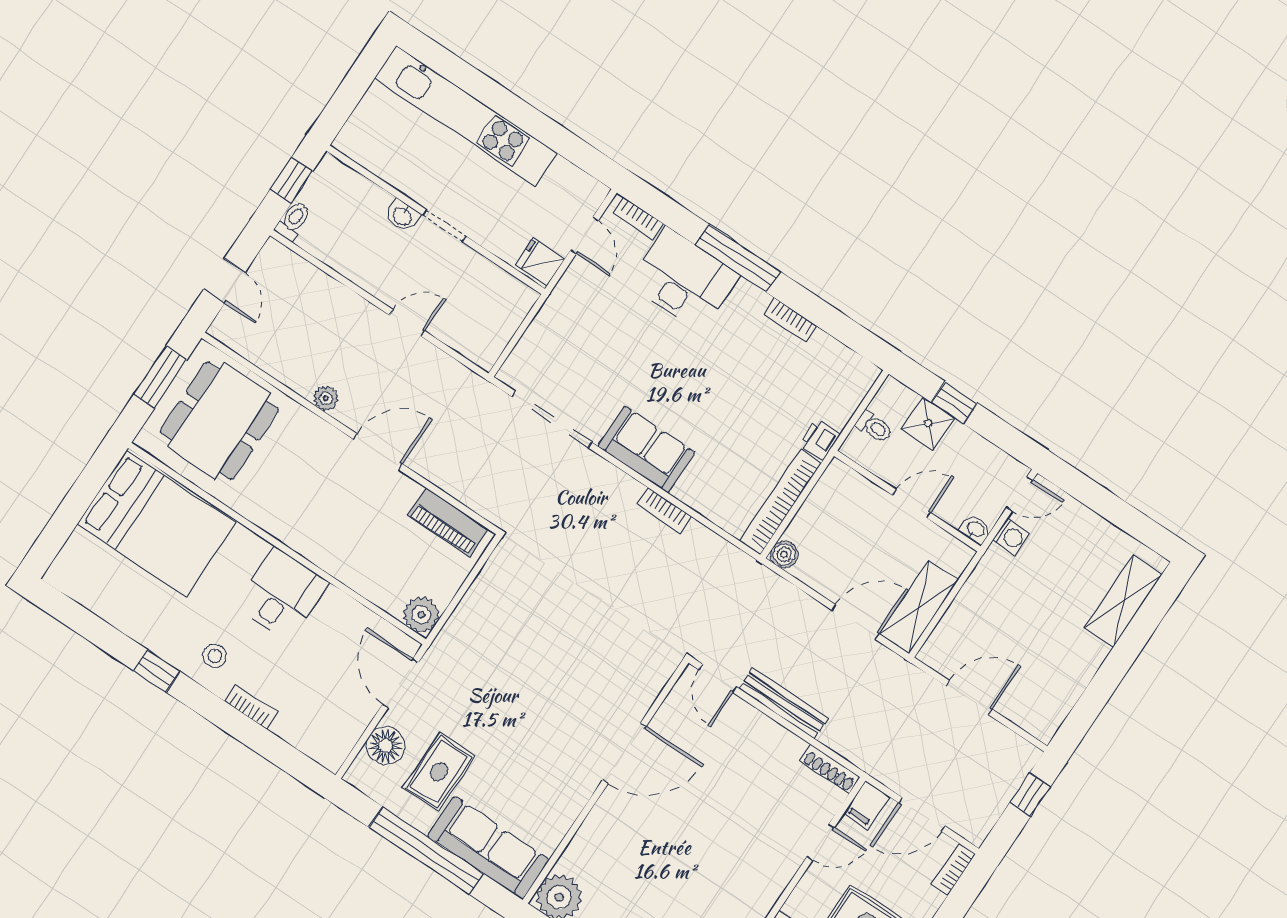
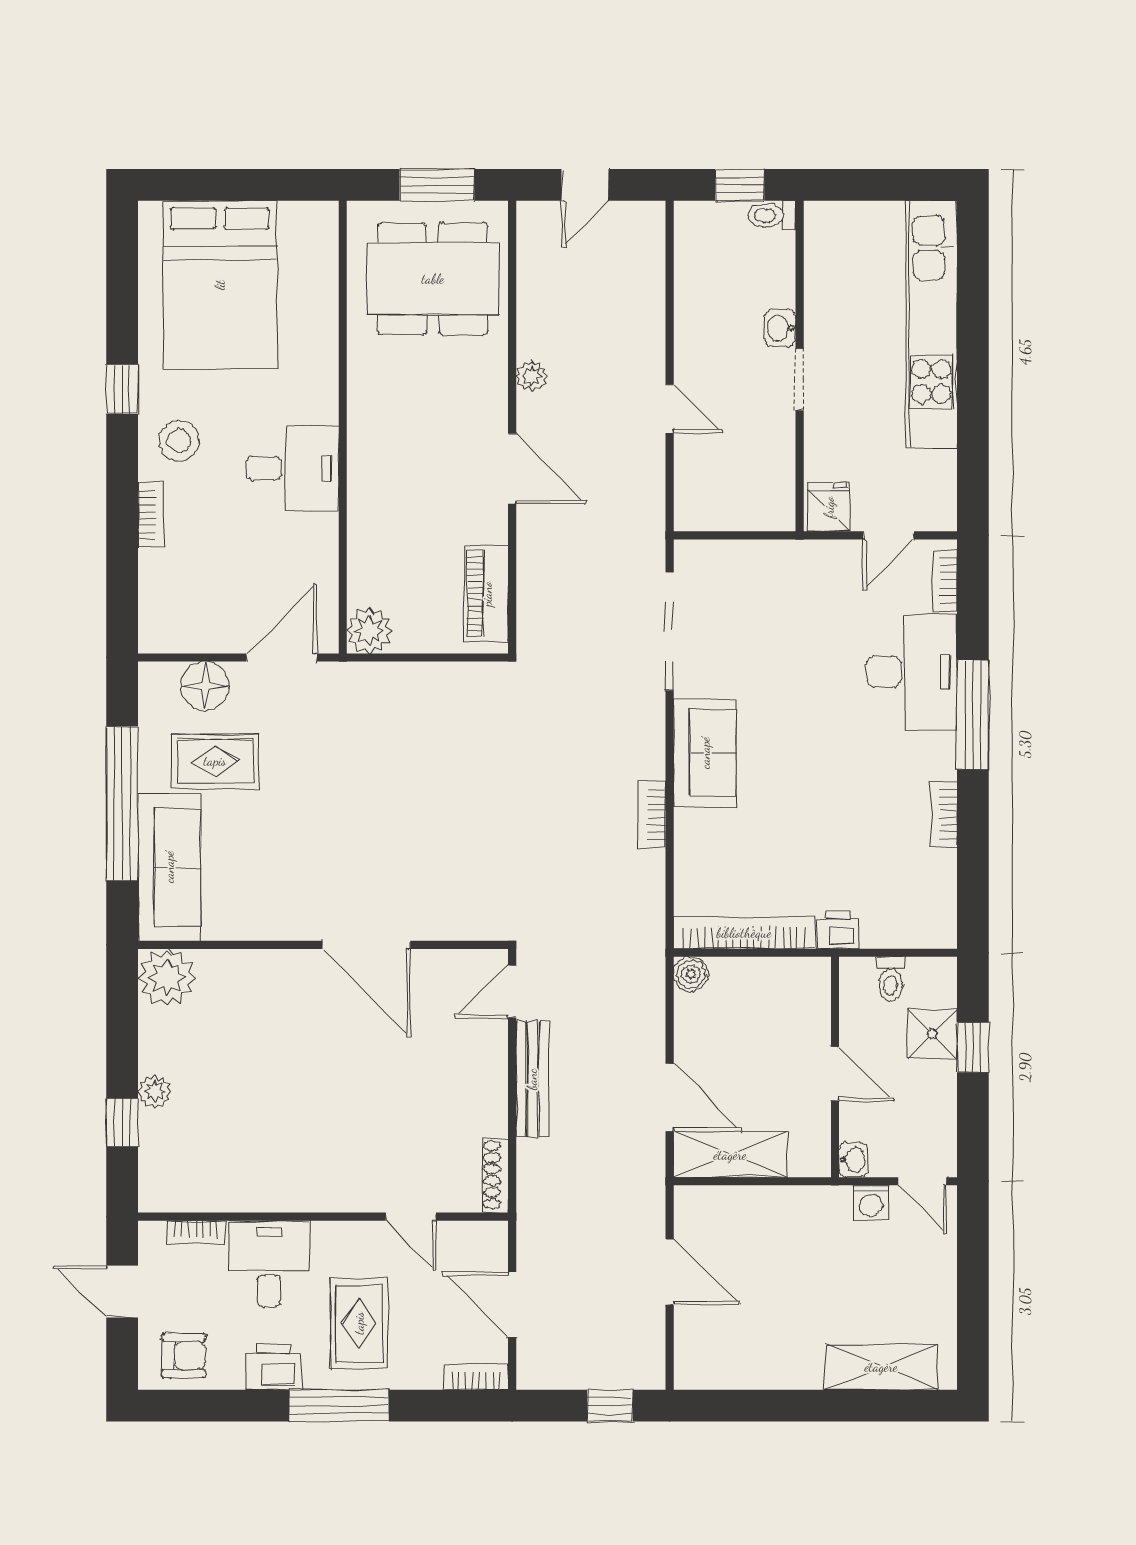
toilet: (293, 221) -> (772, 215), moved, turned 180
bed: (157, 523) -> (220, 285), moved
stool: (215, 656) -> (179, 441), width x1.37, depth x1.37
filing cabinet: (867, 805) -> (483, 1239), removed

